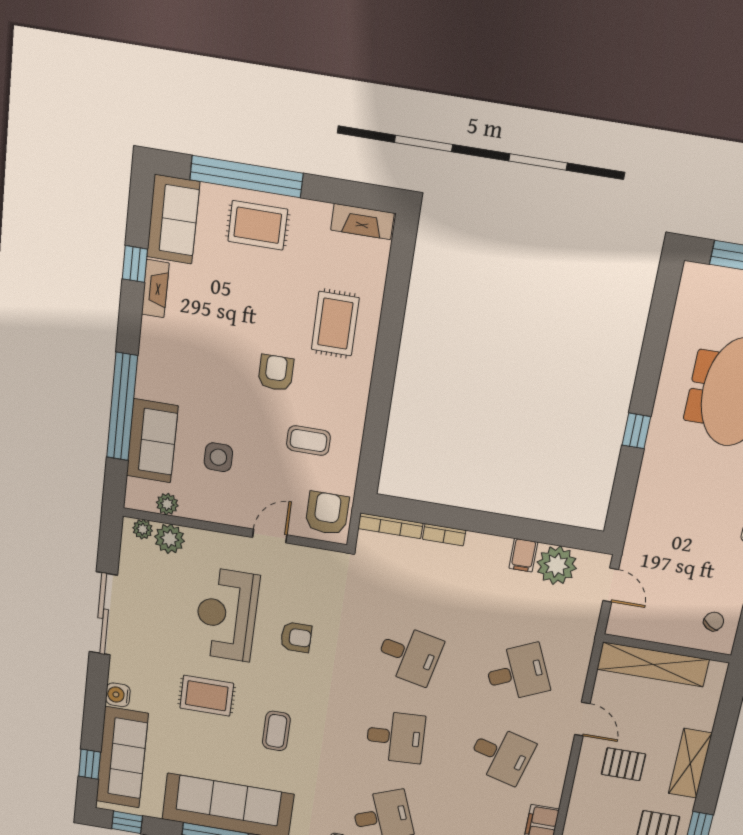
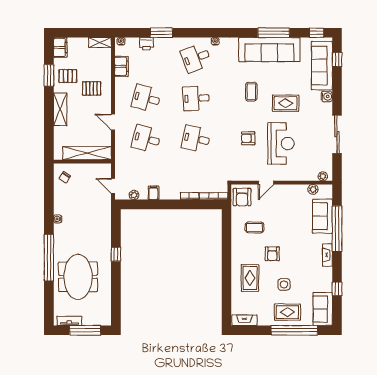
fireplace: (155, 289) -> (327, 255), moved
side table: (218, 457) -> (284, 284), moved
plant: (169, 539) -> (310, 174), removed
plant: (557, 565) -> (134, 195), width x0.53, depth x0.53
desk: (517, 673) -> (146, 139), turned 39
pallet: (623, 764) -> (92, 88), moved

